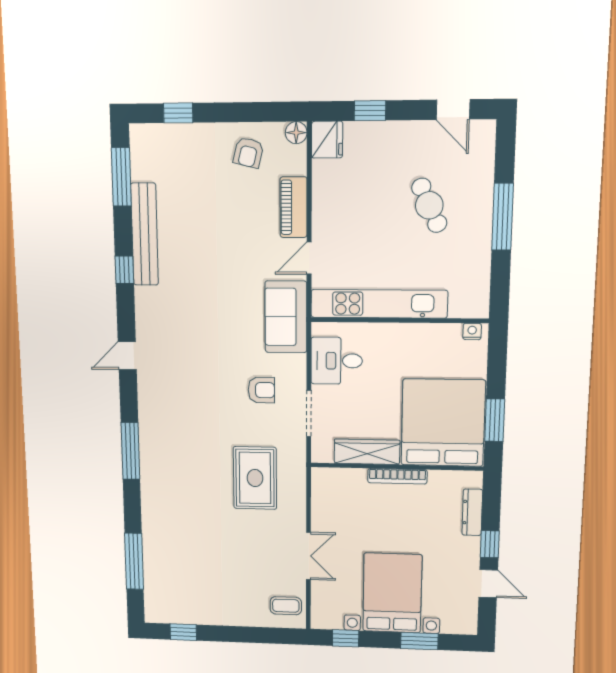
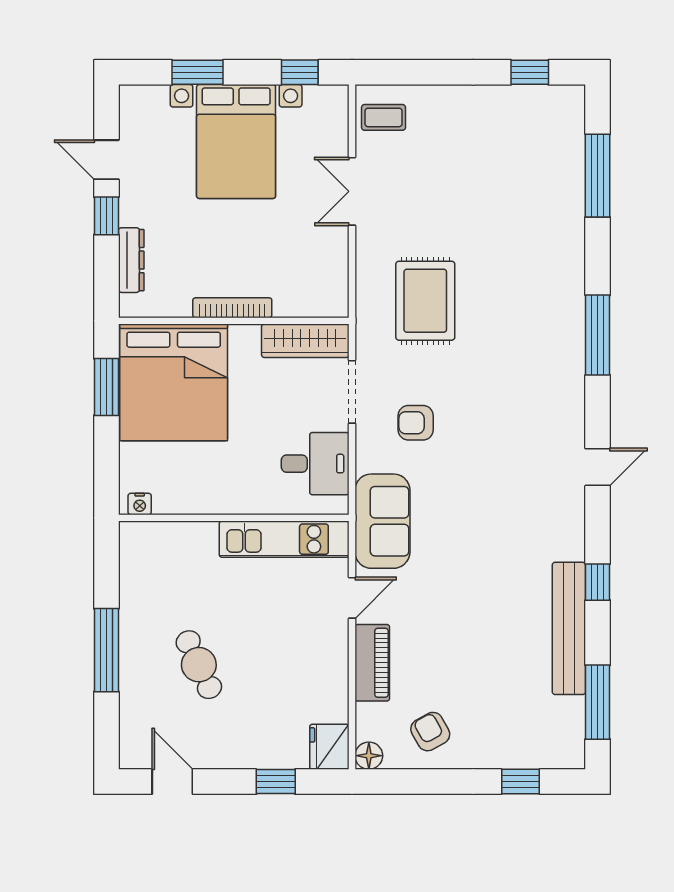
armchair: (248, 153) -> (430, 732), turned -43
kitchen unit: (379, 304) -> (284, 539), width x0.73
wardrobe: (367, 452) -> (305, 341), moved

